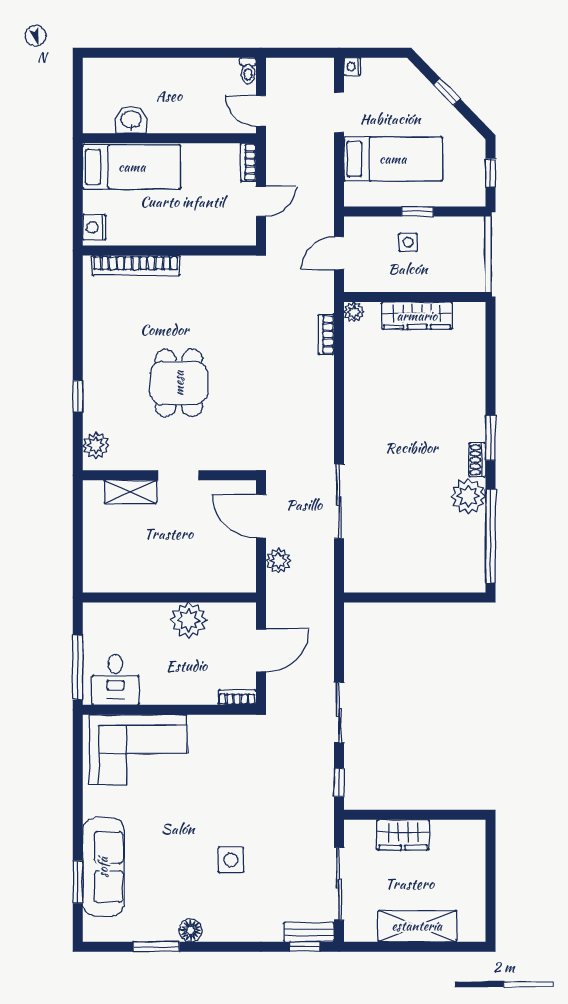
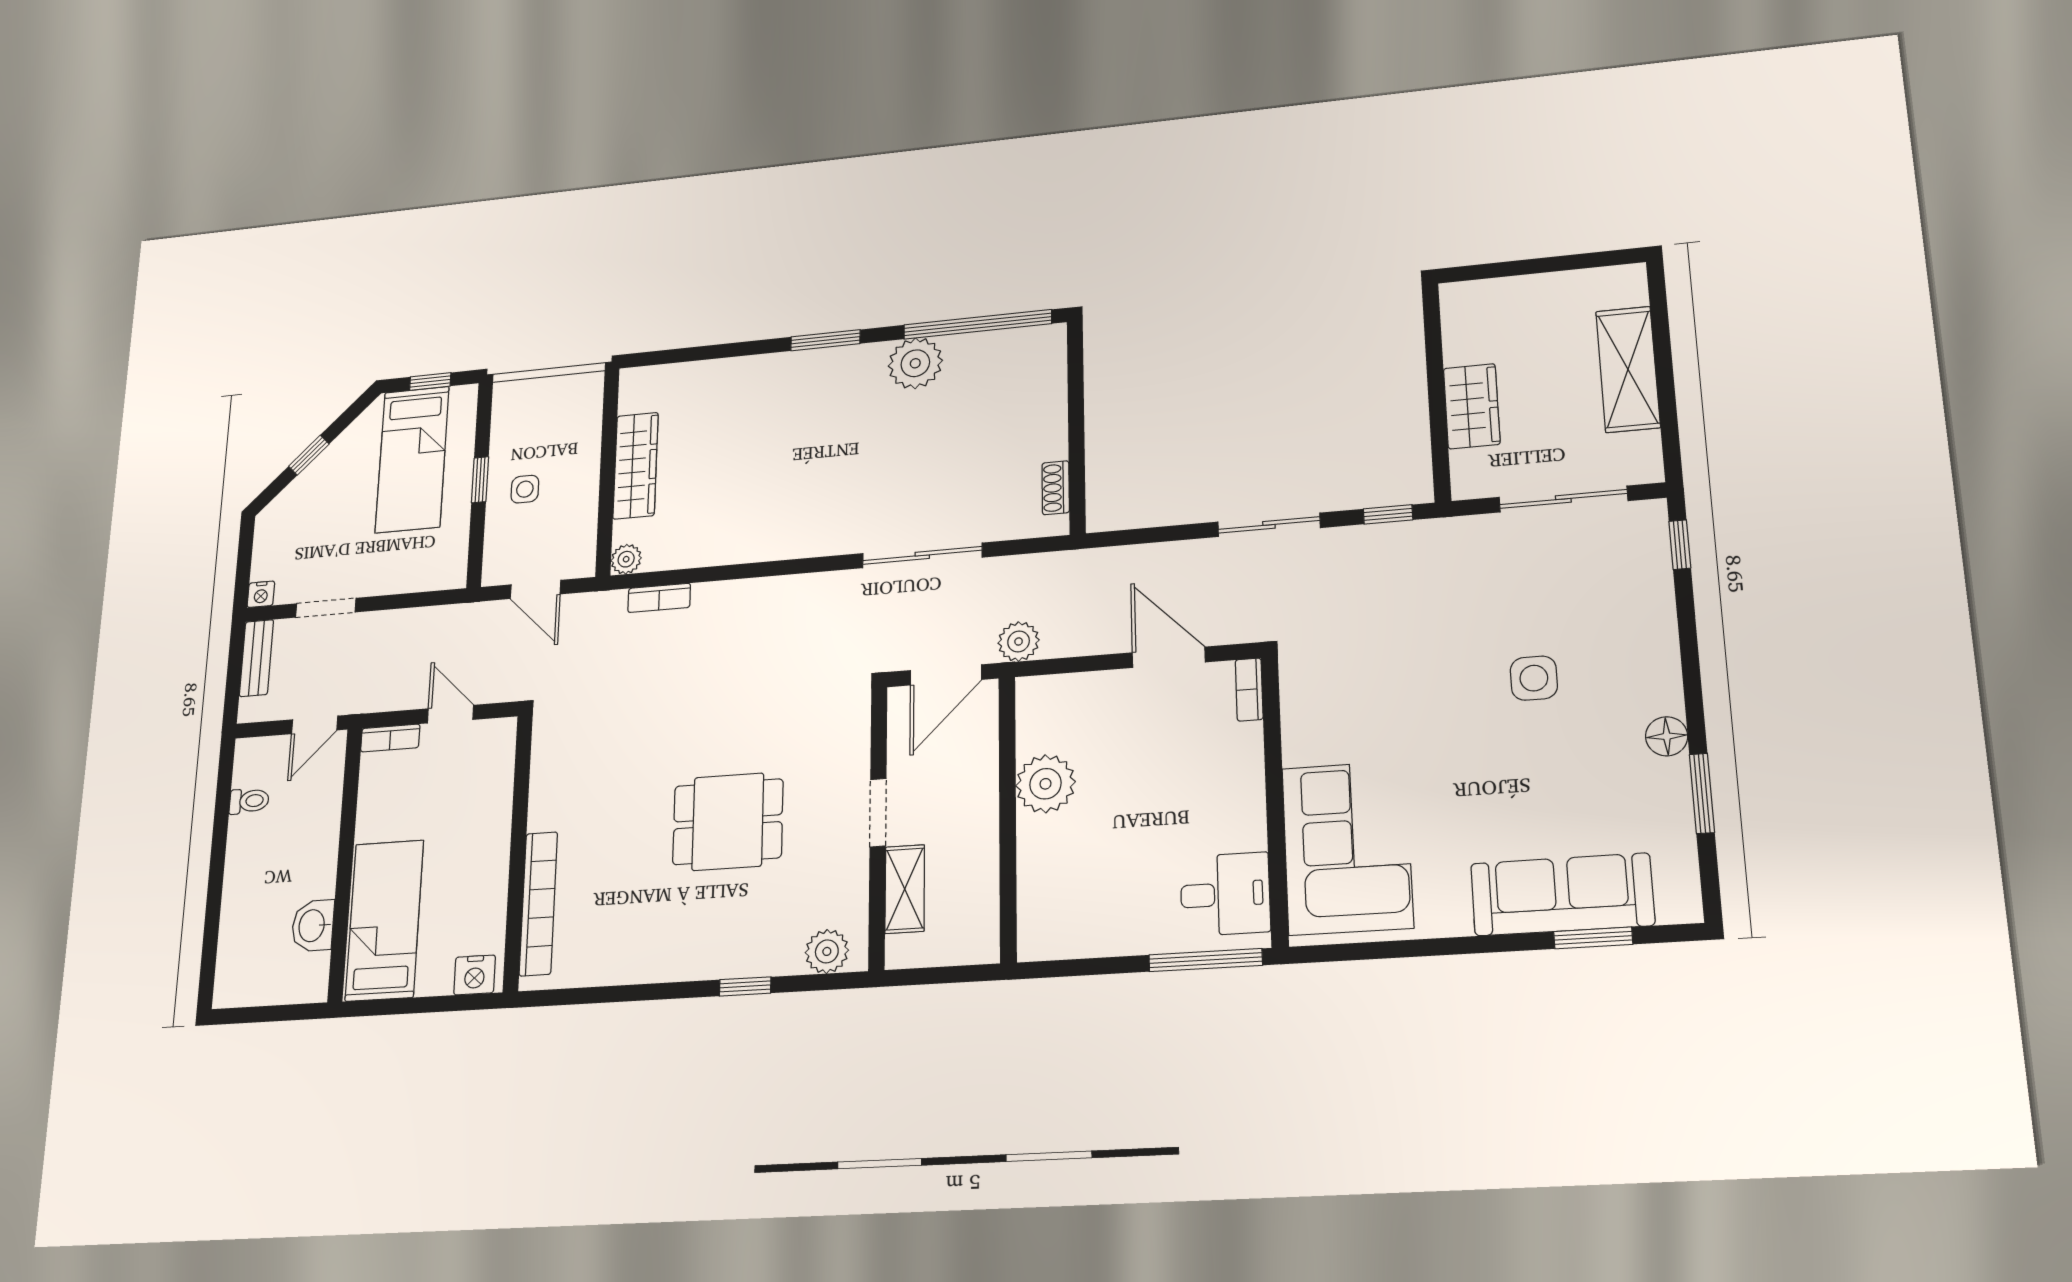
toilet: (248, 71) -> (249, 801), moved
bed: (393, 159) -> (412, 459), moved, turned 180
shoe rack: (477, 460) -> (1056, 488), moved, turned 90
wall: (169, 597) -> (1008, 818), moved
plant: (189, 620) -> (1046, 784), moved
bench: (309, 932) -> (256, 658), moved

